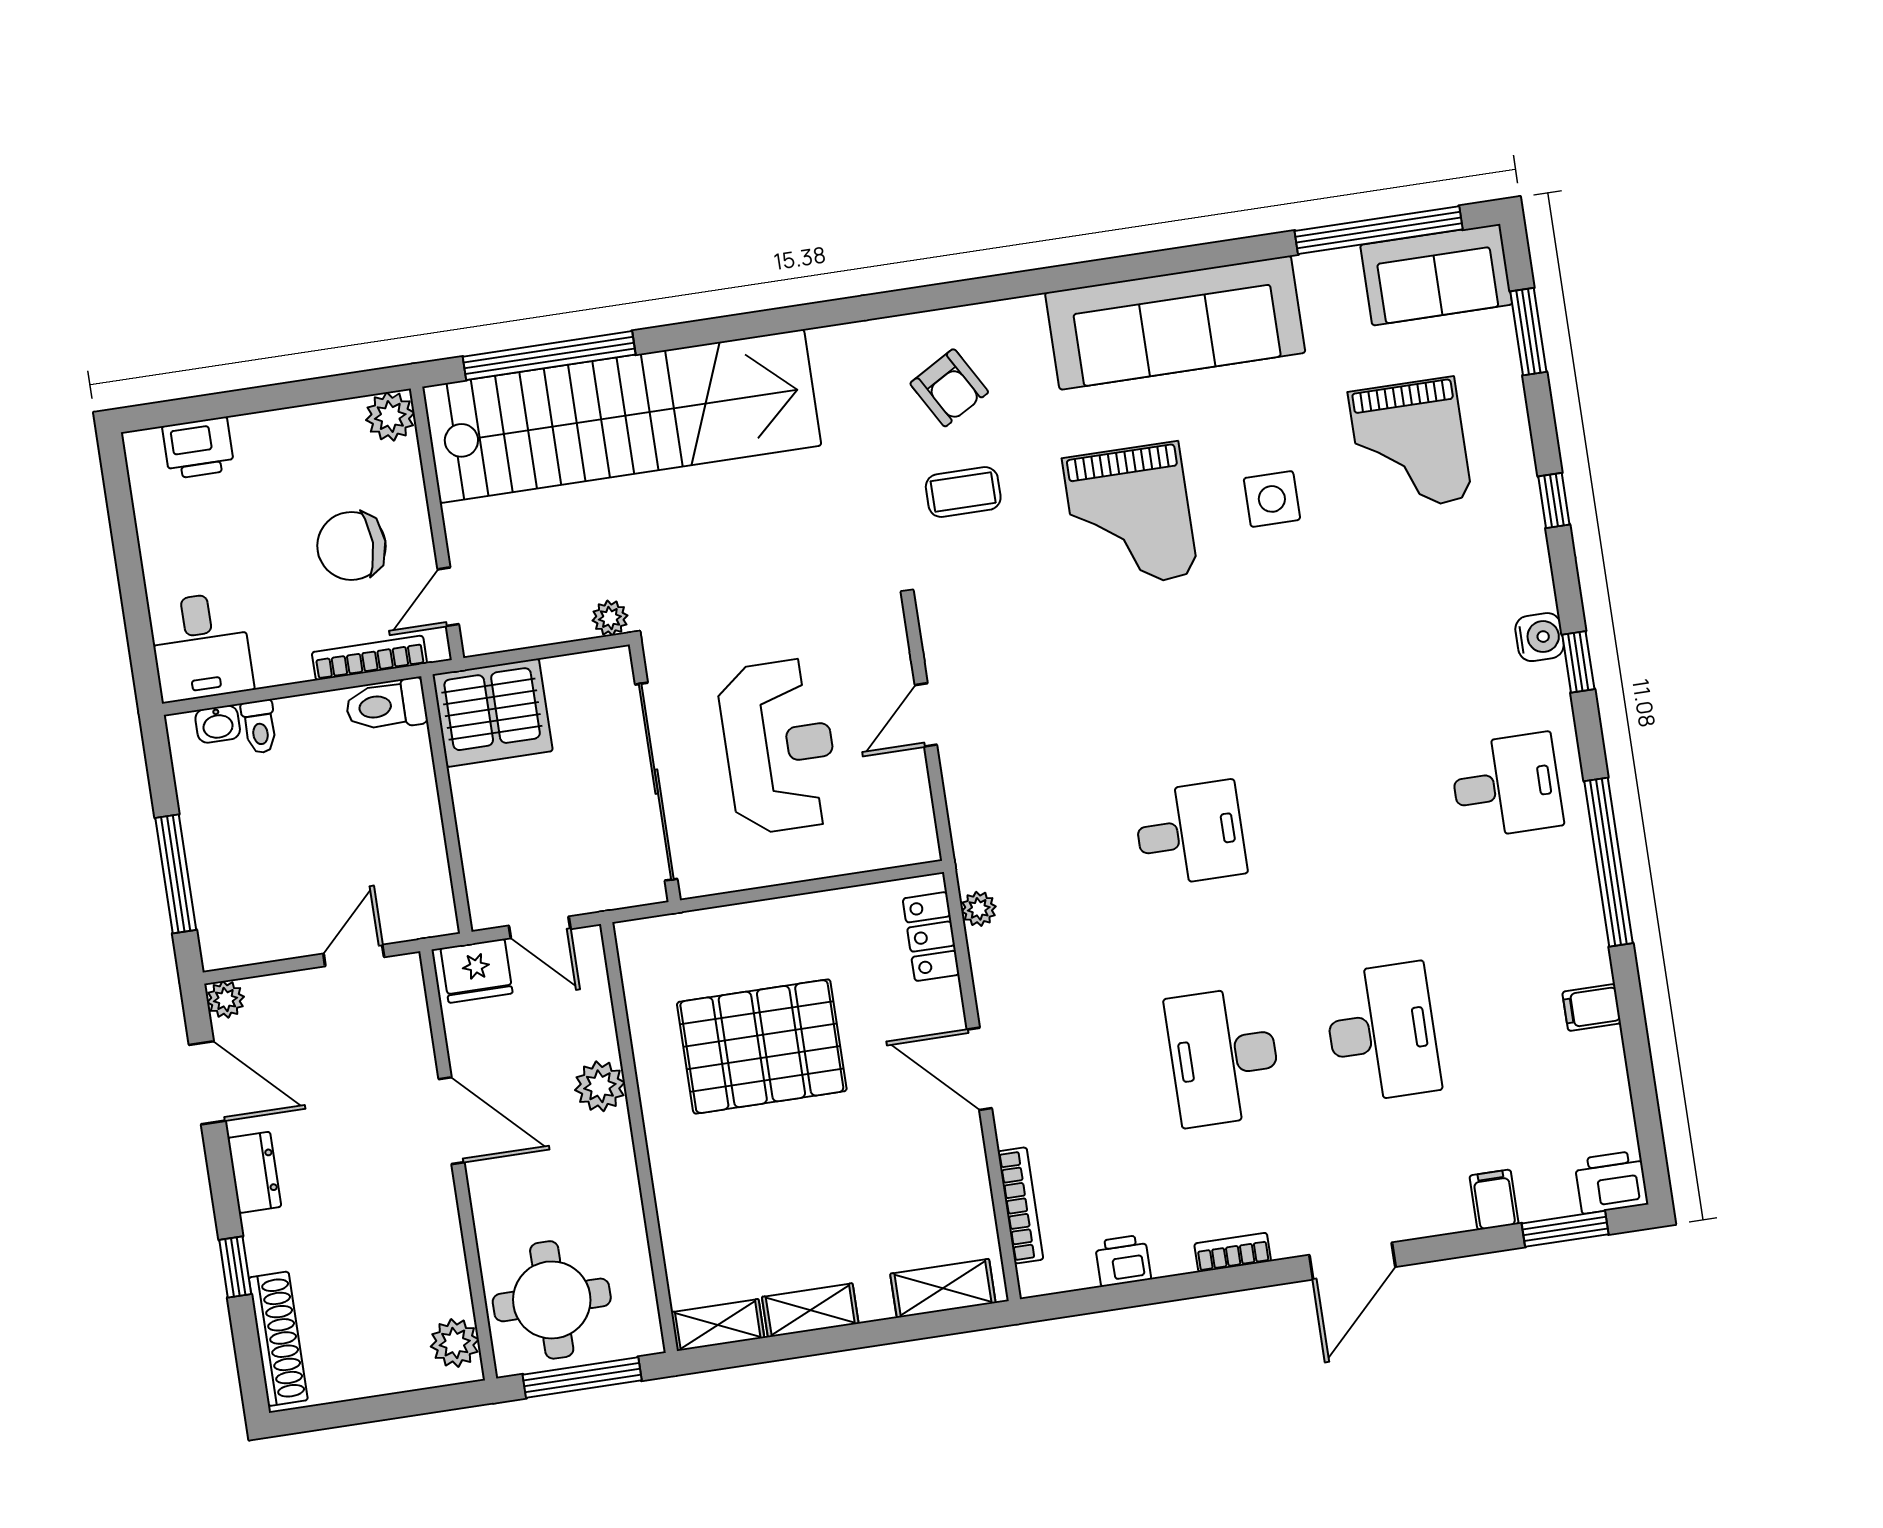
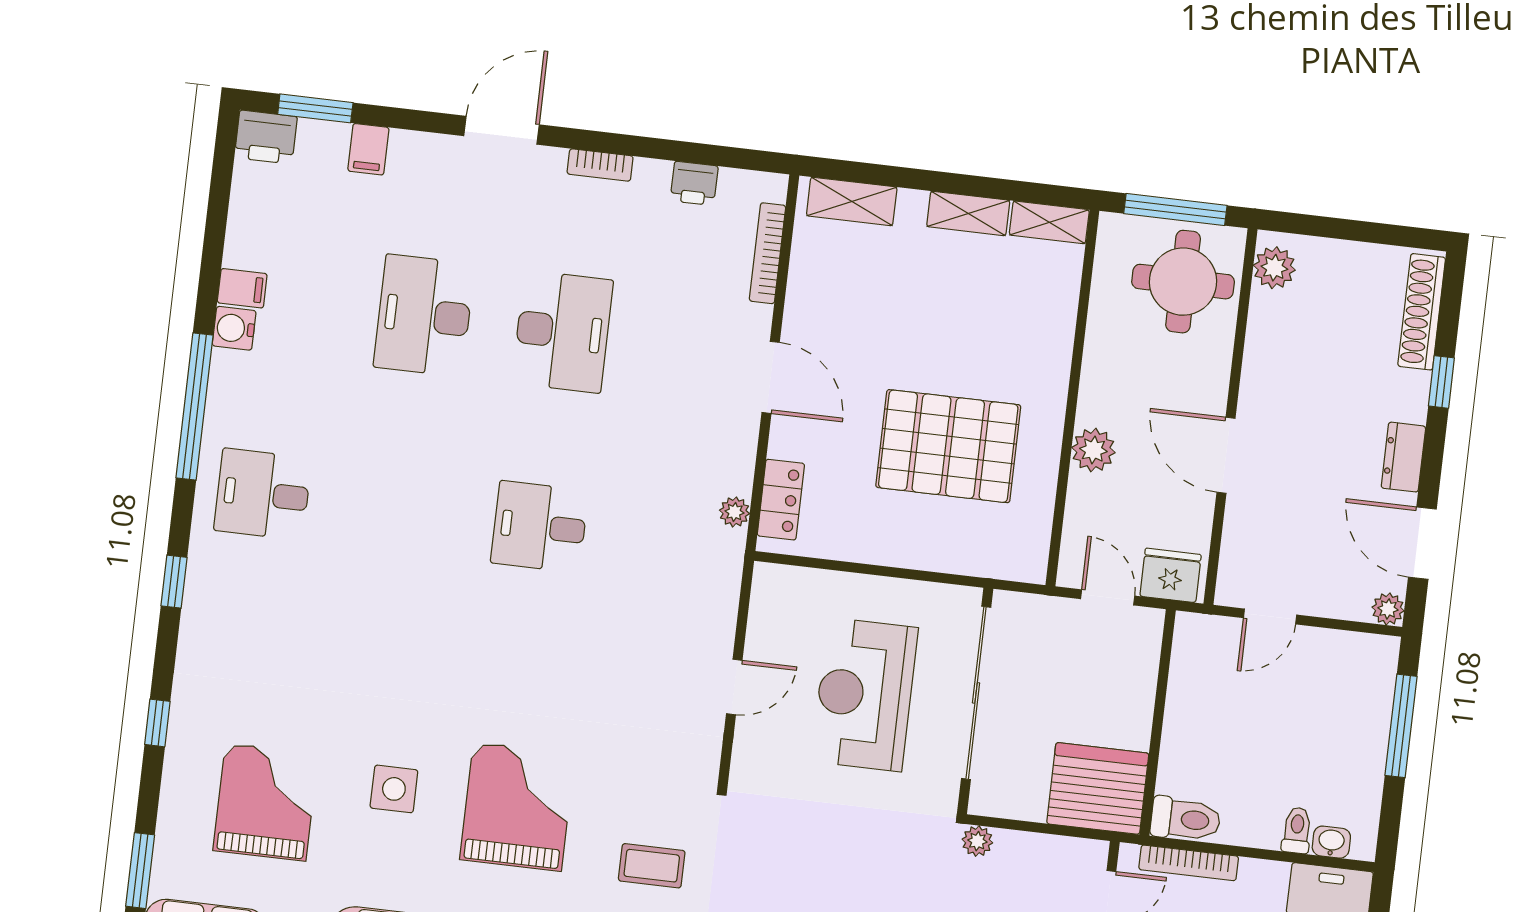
water cooler: (1540, 637) -> (234, 328), moved

